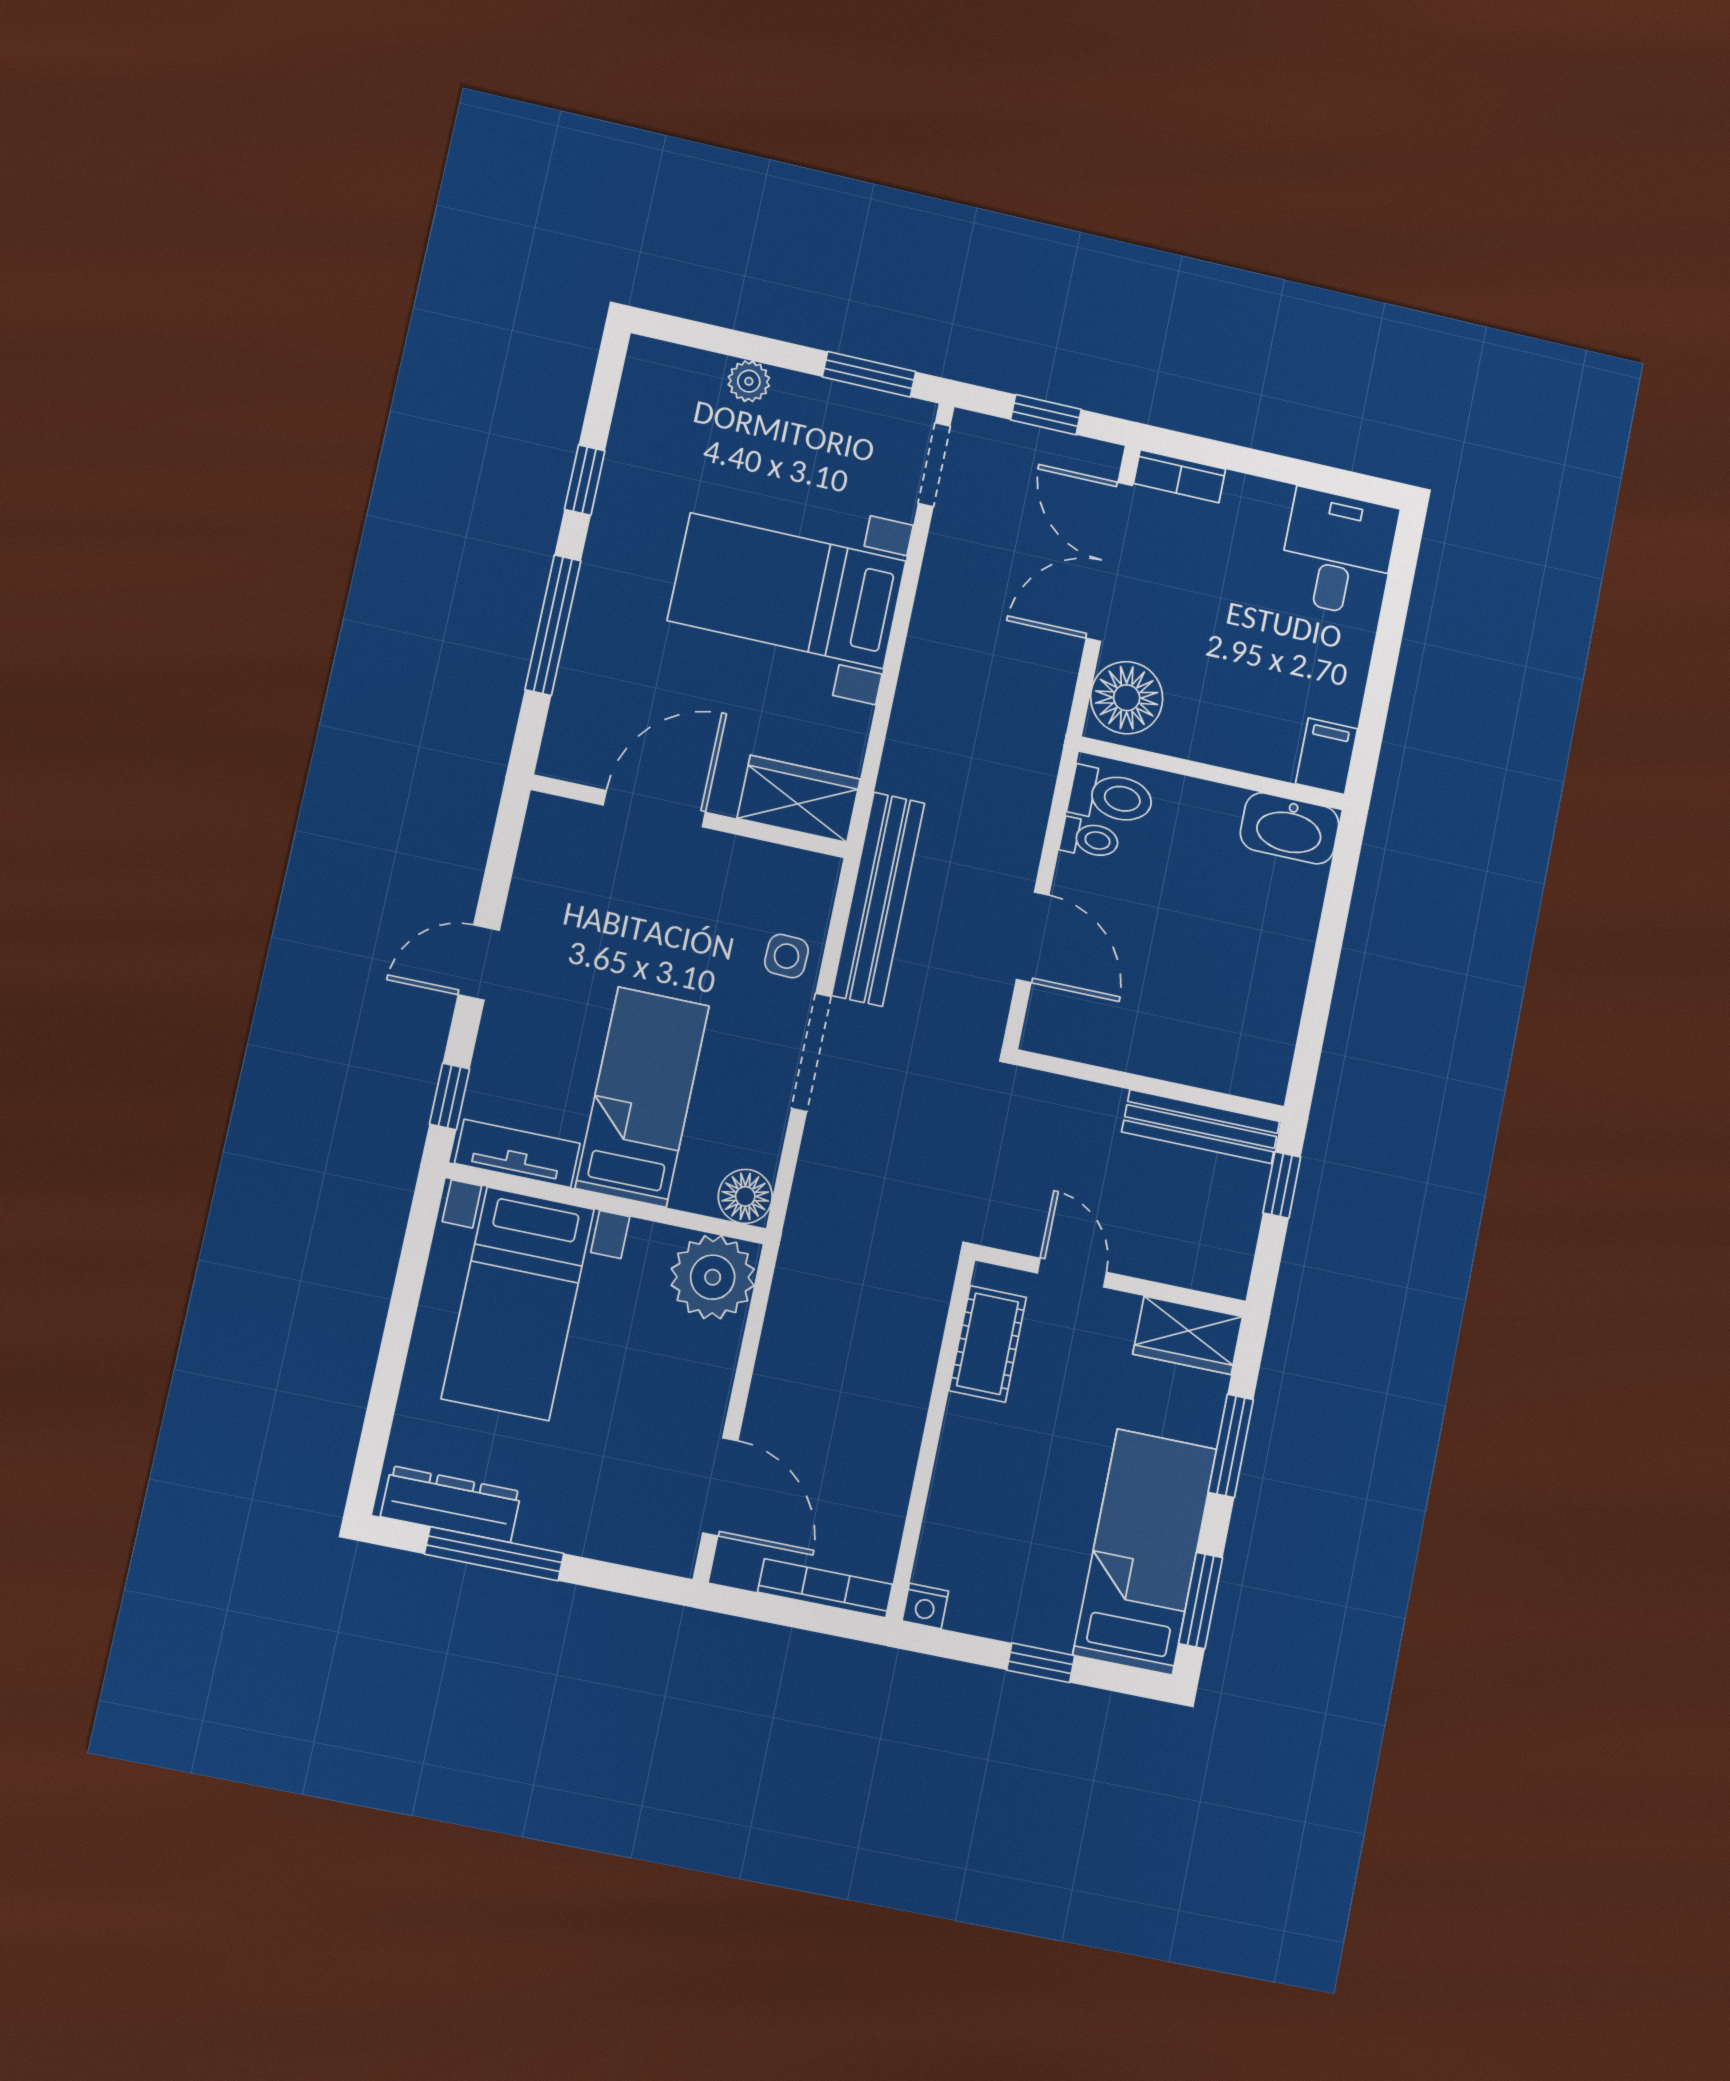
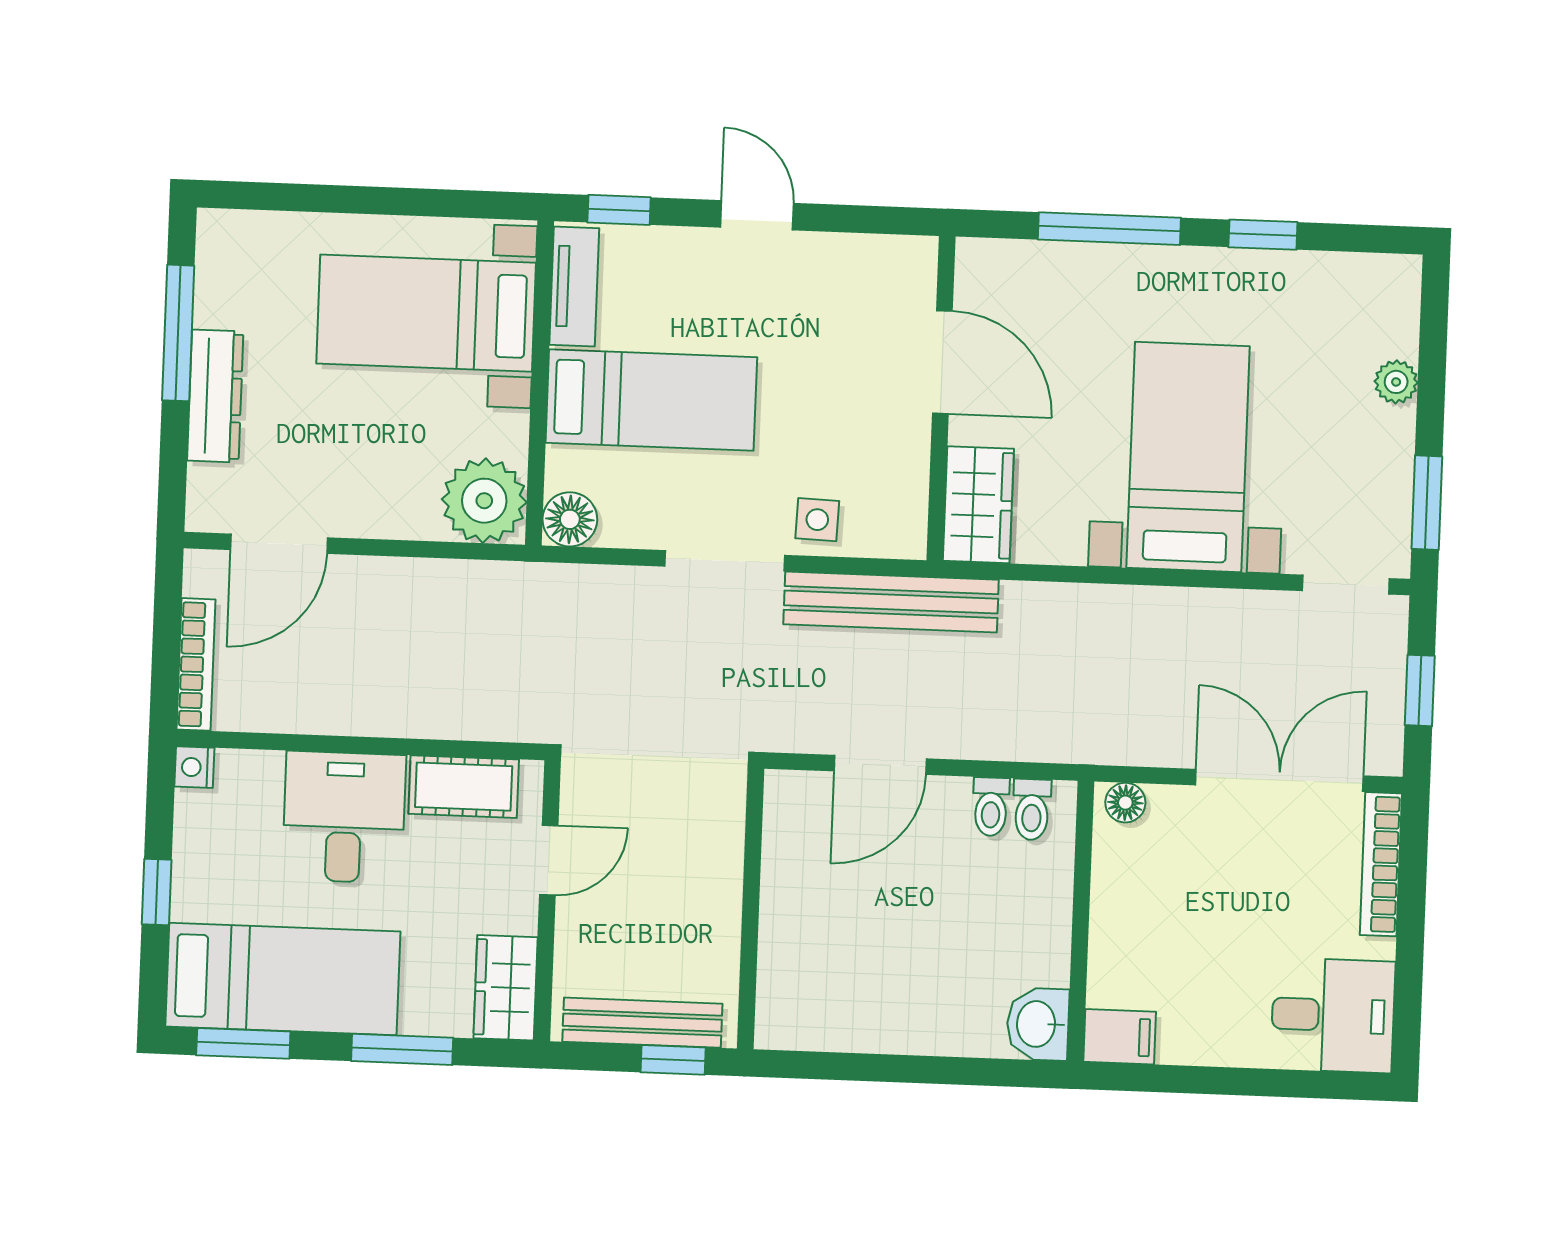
bookcase: (1180, 476) -> (1381, 864), width x1.56
floor lamp: (1127, 698) -> (1125, 803), width x0.53, depth x0.53
toilet: (1111, 796) -> (1032, 809), width x0.73, depth x0.72
washbasin: (1290, 828) -> (1038, 1024), width x0.72
bench: (1201, 1127) -> (642, 1023), moved, turned 90
desk: (998, 1466) -> (344, 817), added
dresser: (451, 1504) -> (215, 396), moved

